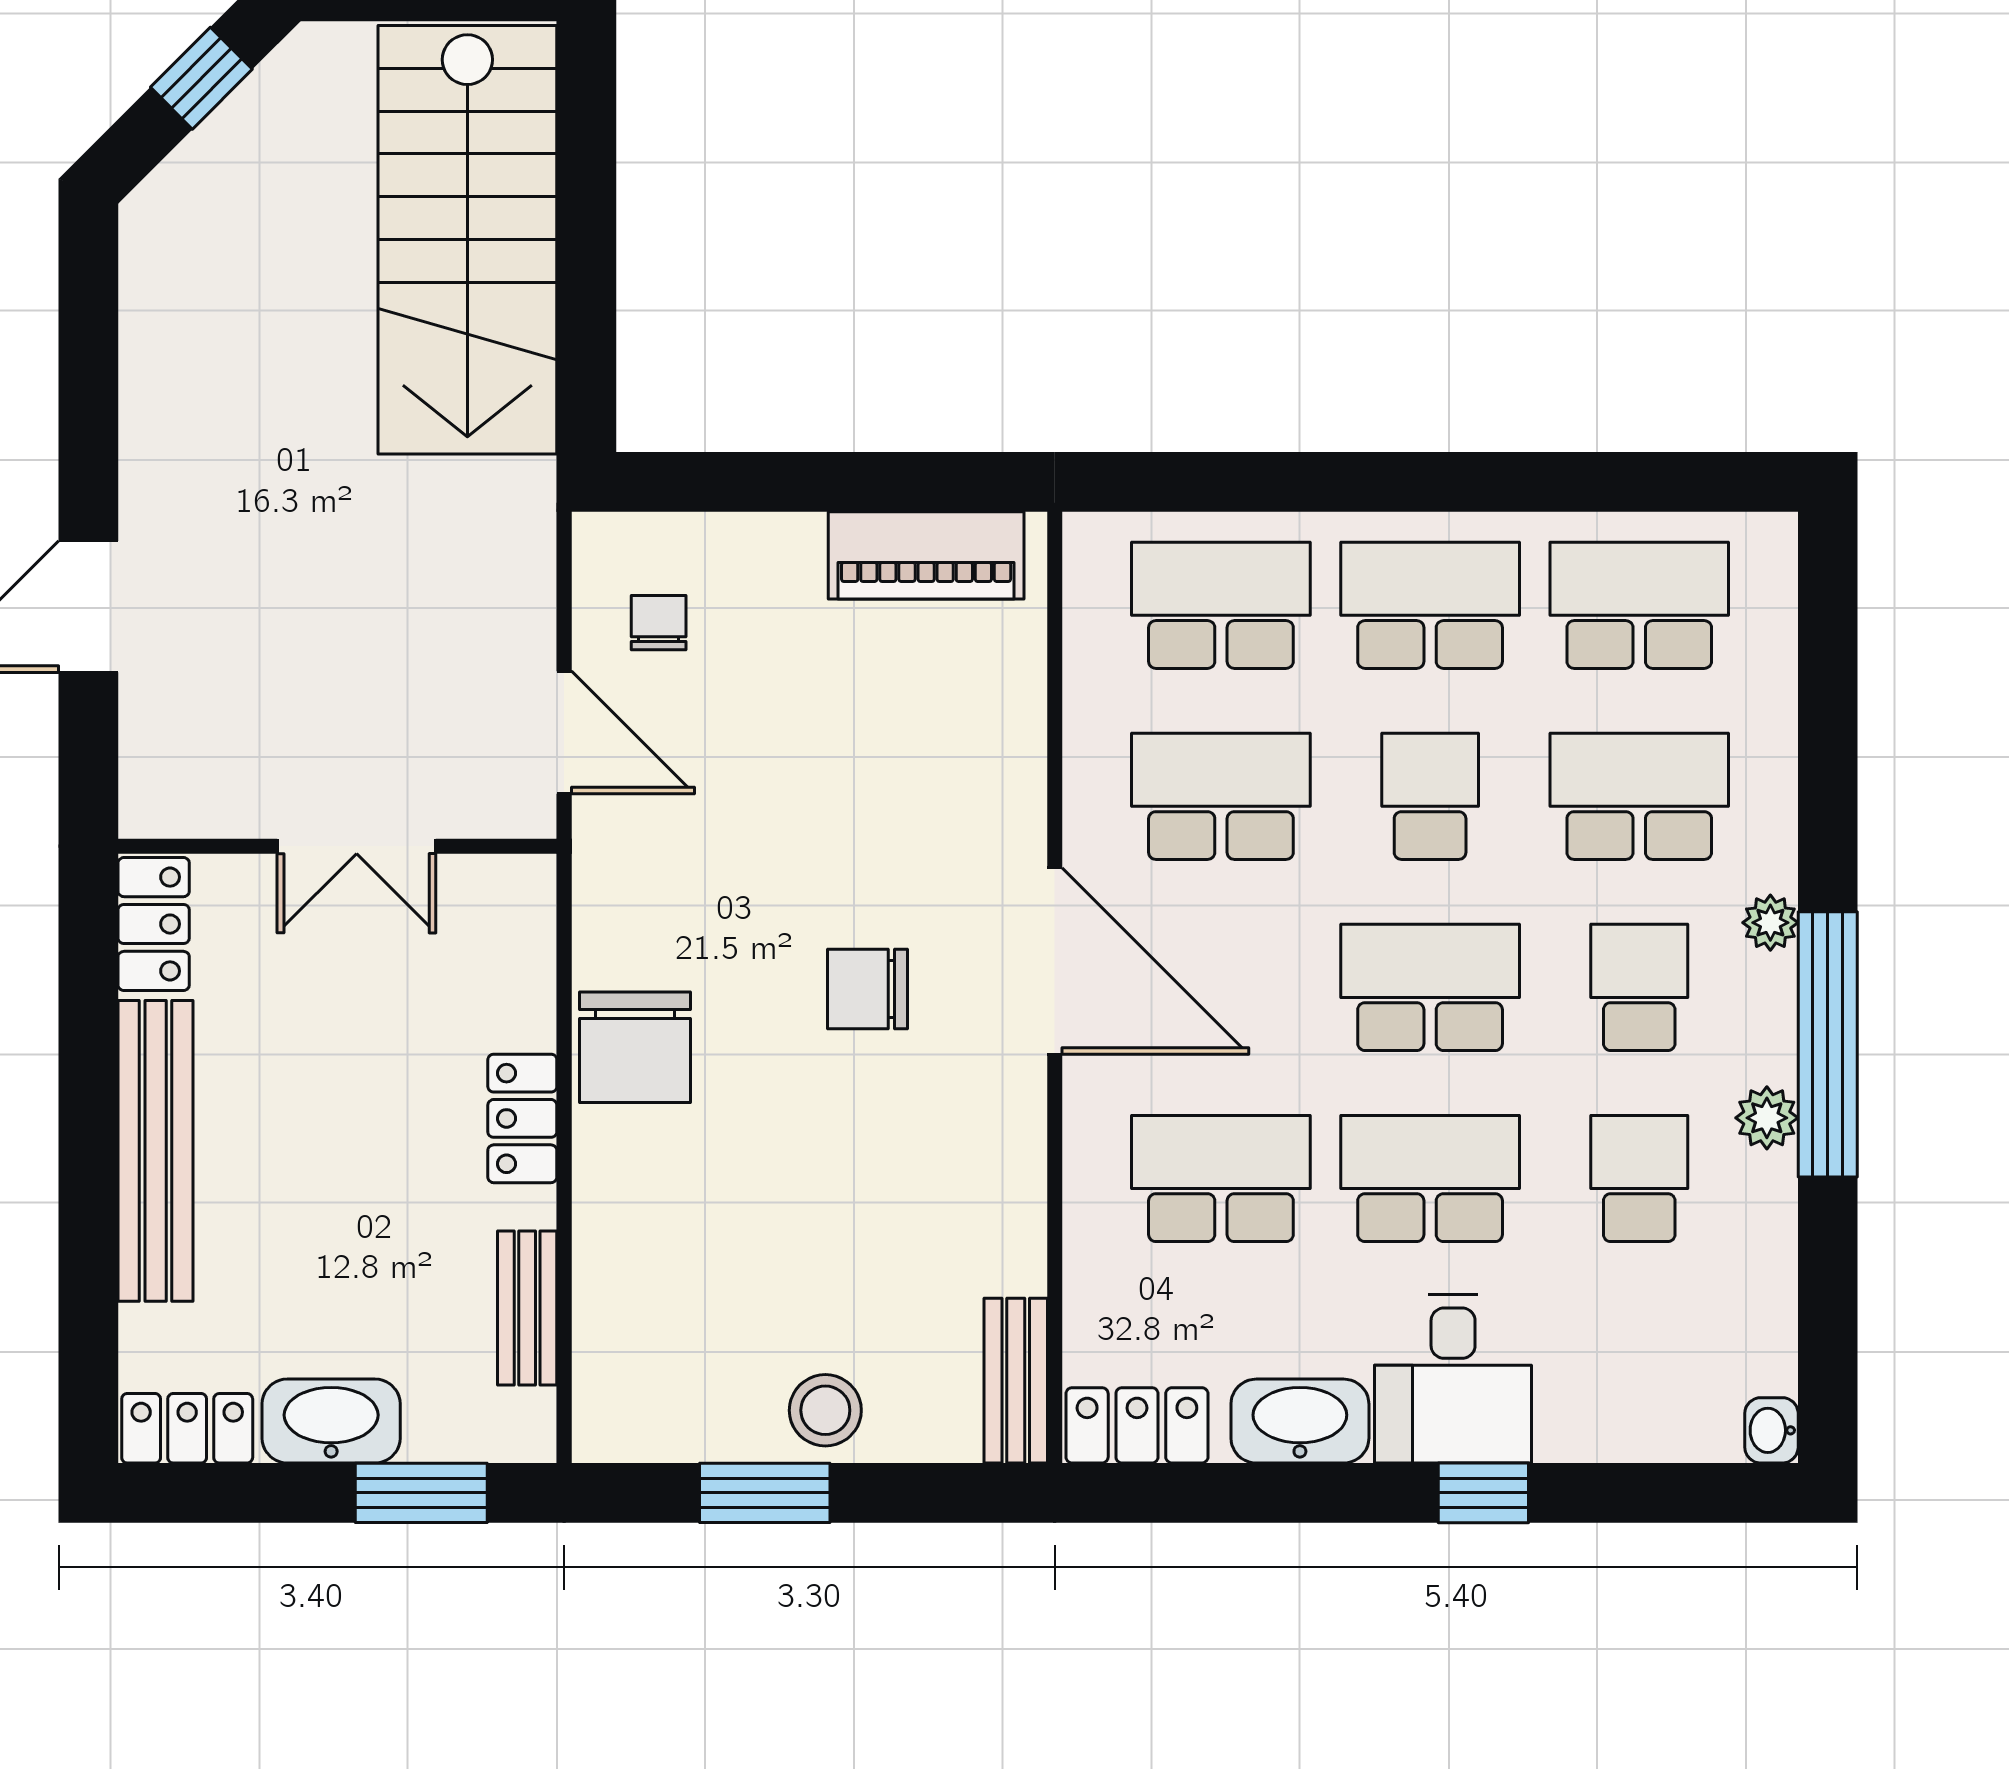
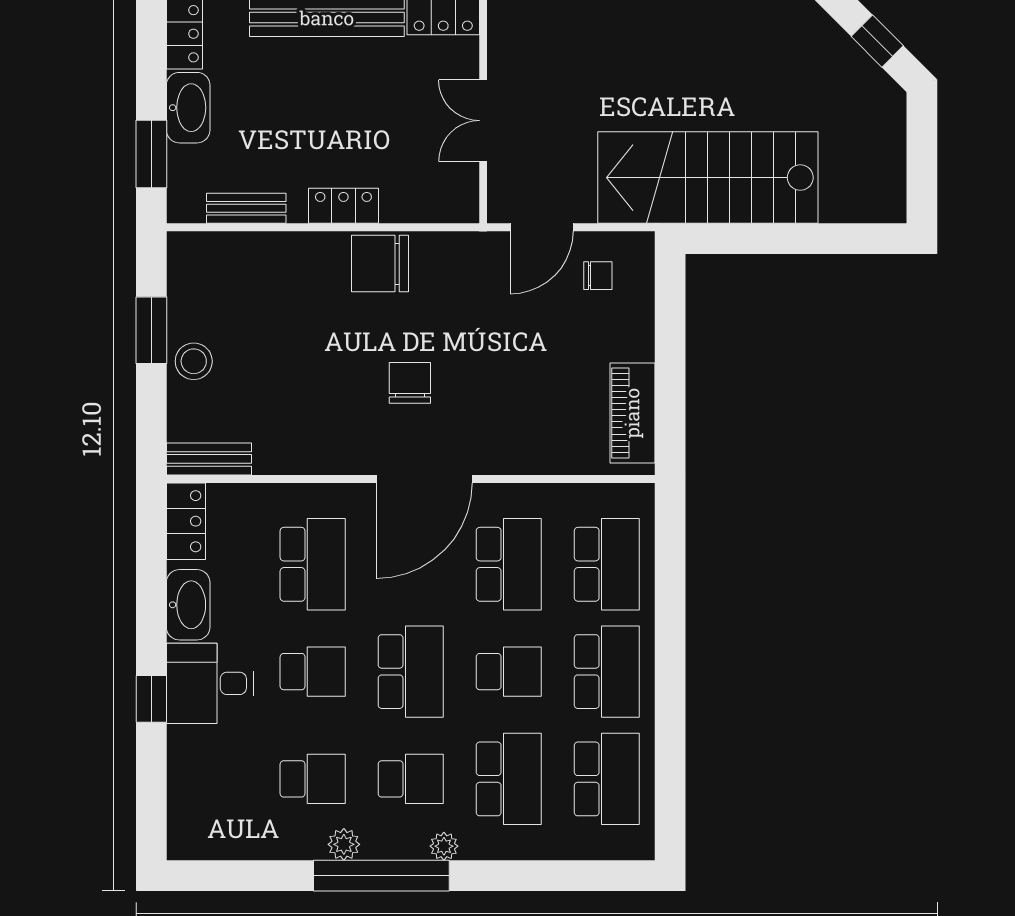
stairs: (467, 240) -> (708, 178), moved
school desk: (1430, 1178) -> (313, 672), width x0.54
washbasin: (1771, 1430) -> (183, 847), removed

